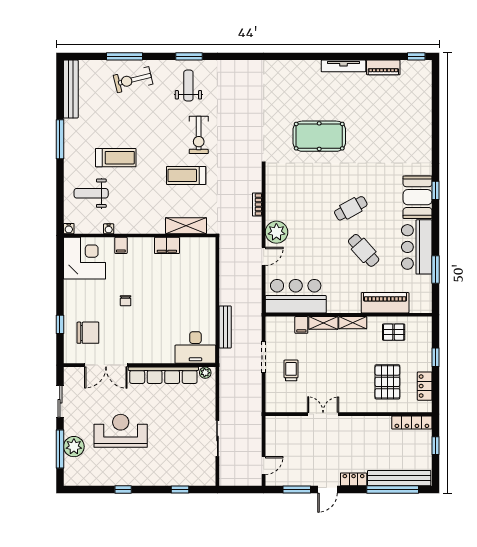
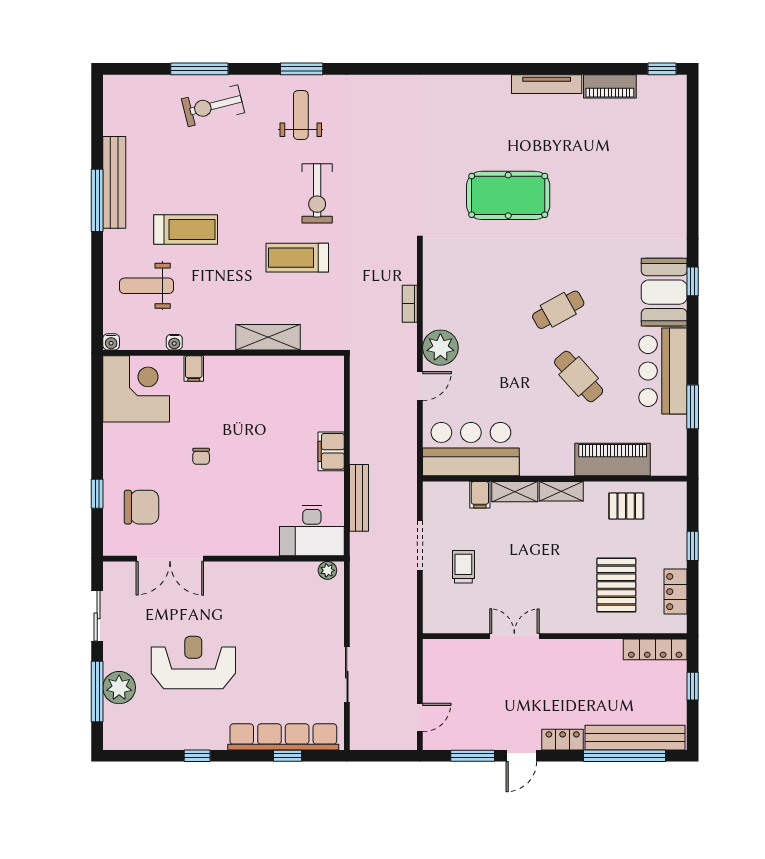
bench: (71, 89) -> (114, 182), moved
shelving: (186, 226) -> (268, 337), moved
filing cabinet: (167, 245) -> (331, 451), moved, turned 90
row of seats: (163, 375) -> (283, 737), moved, turned 180

